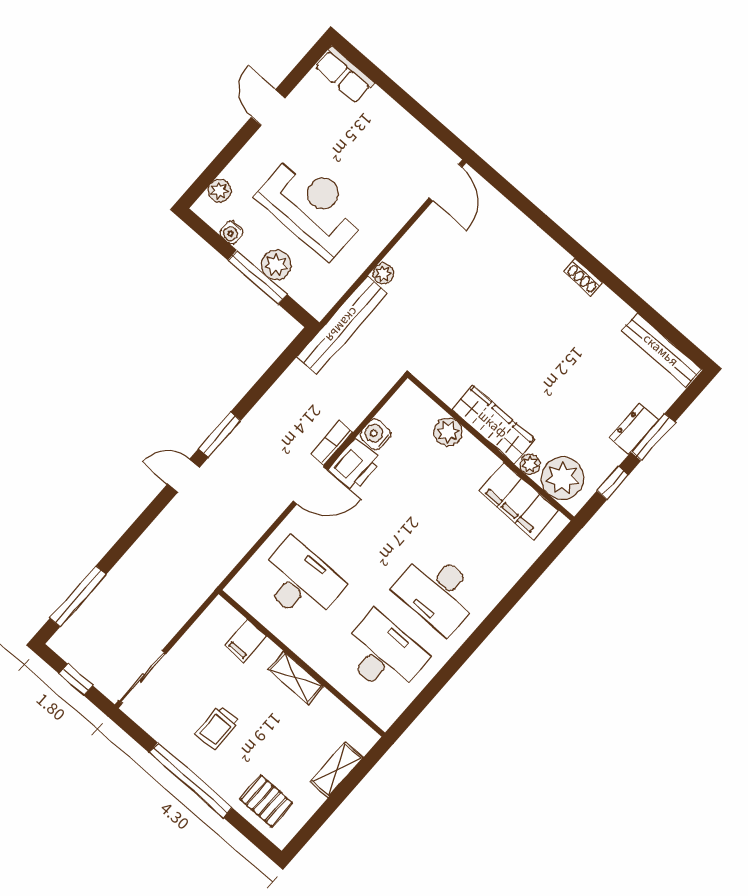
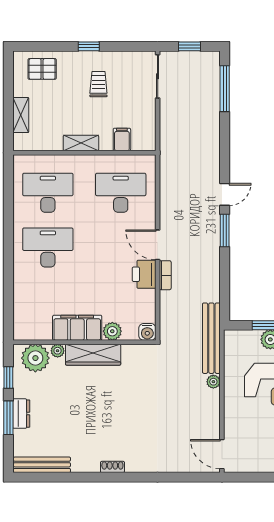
water cooler: (375, 435) -> (147, 332), moved, turned 90
door: (310, 485) -> (158, 245), hinge flipped
filing cabinet: (519, 501) -> (77, 328), moved
desk: (300, 581) -> (121, 193), turned 180
desk: (383, 654) -> (48, 193), turned 180
window: (191, 780) -> (89, 46), width x0.32

